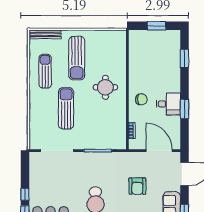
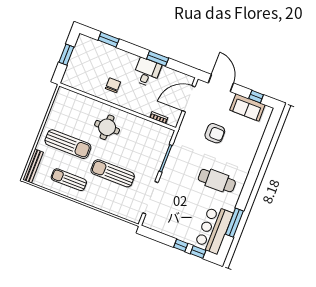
chair: (141, 99) -> (113, 85), moved

